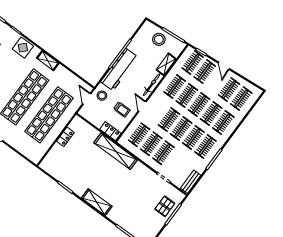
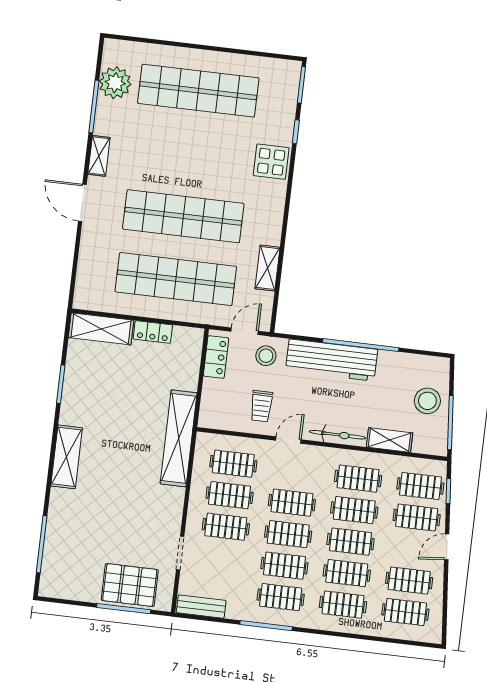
shelving: (48, 61) -> (267, 268), moved
locker: (110, 131) -> (216, 357), moved
shelving: (52, 158) -> (101, 329), added
pallet: (165, 206) -> (130, 585), width x1.50, depth x1.42

